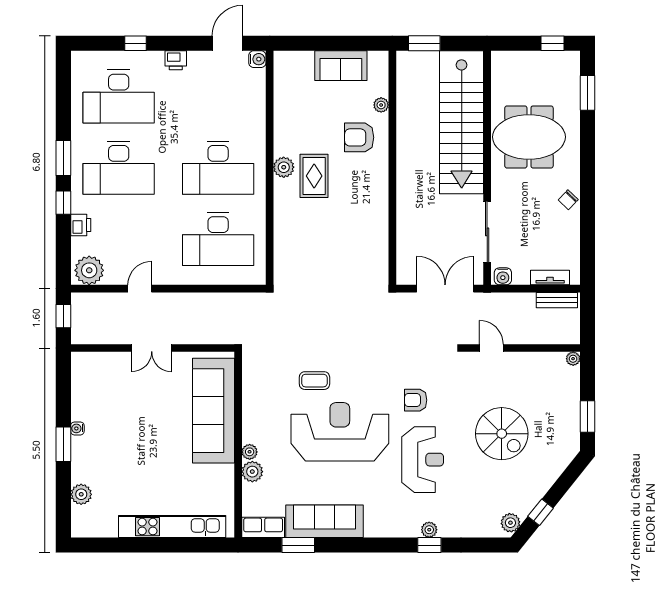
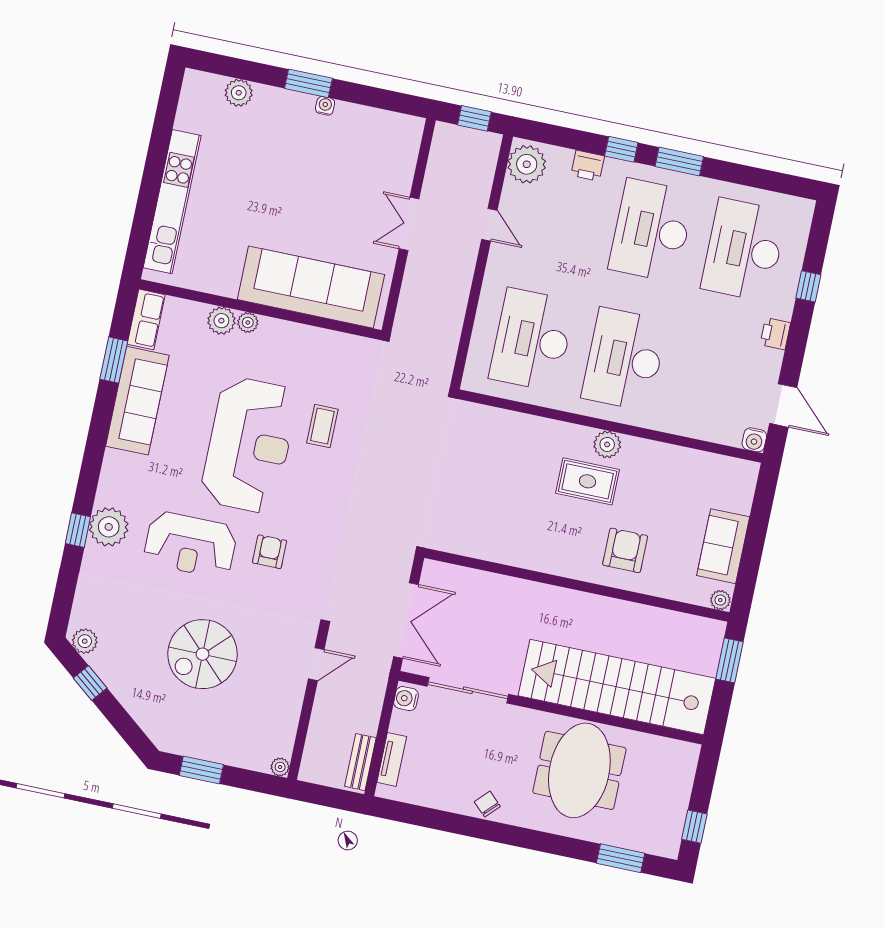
plant: (381, 105) -> (720, 600), moved
plant: (429, 530) -> (109, 527), width x1.88, depth x1.88

